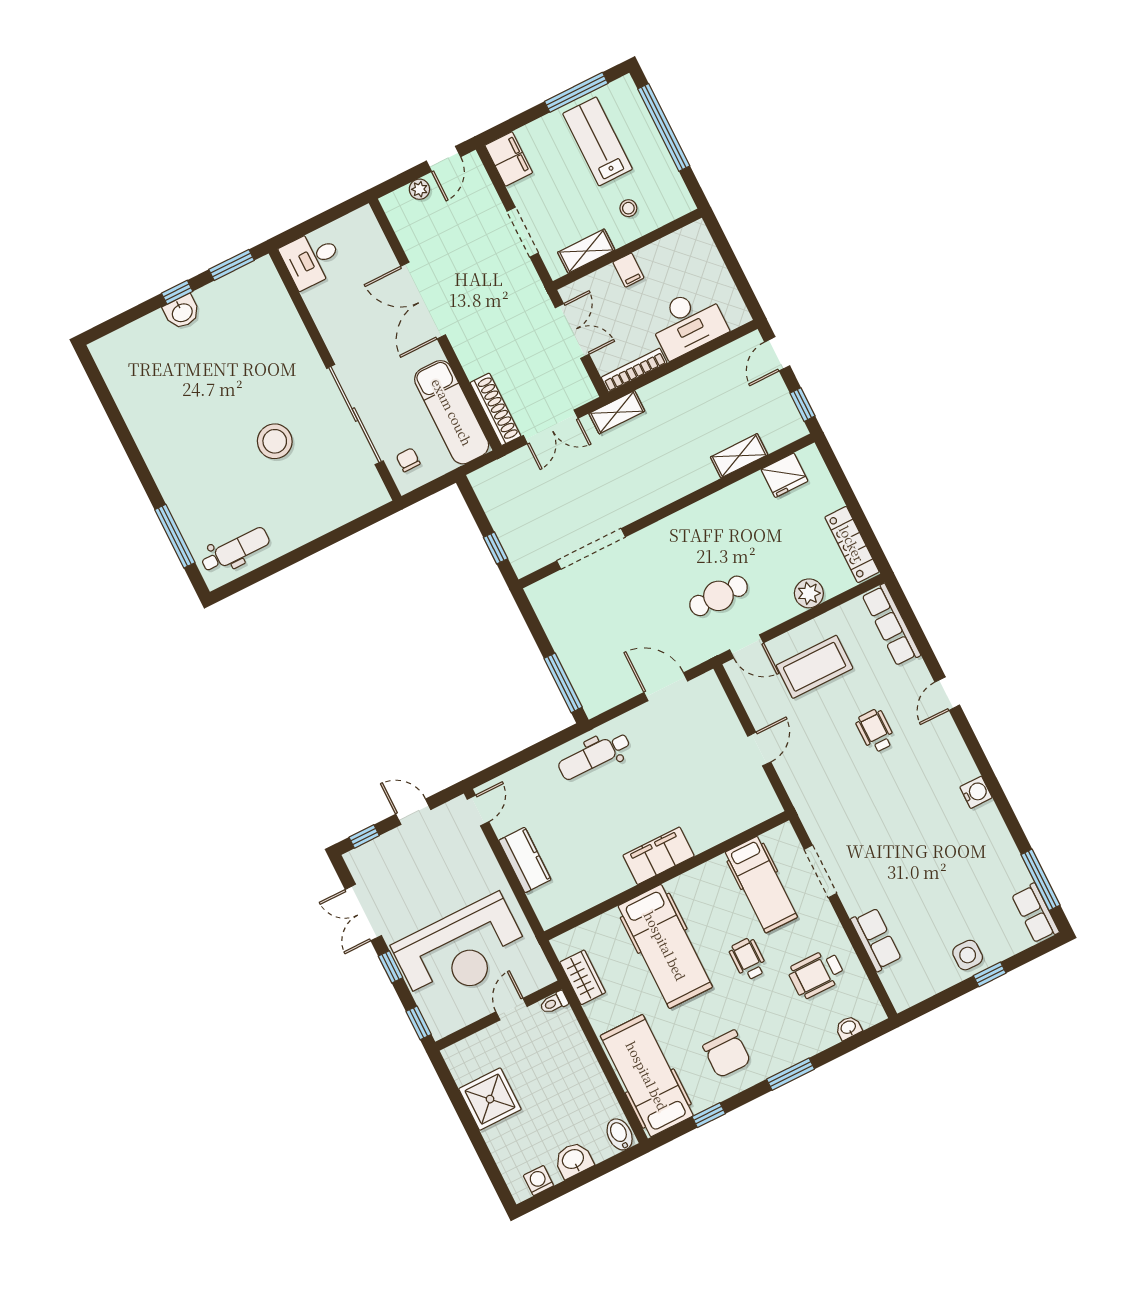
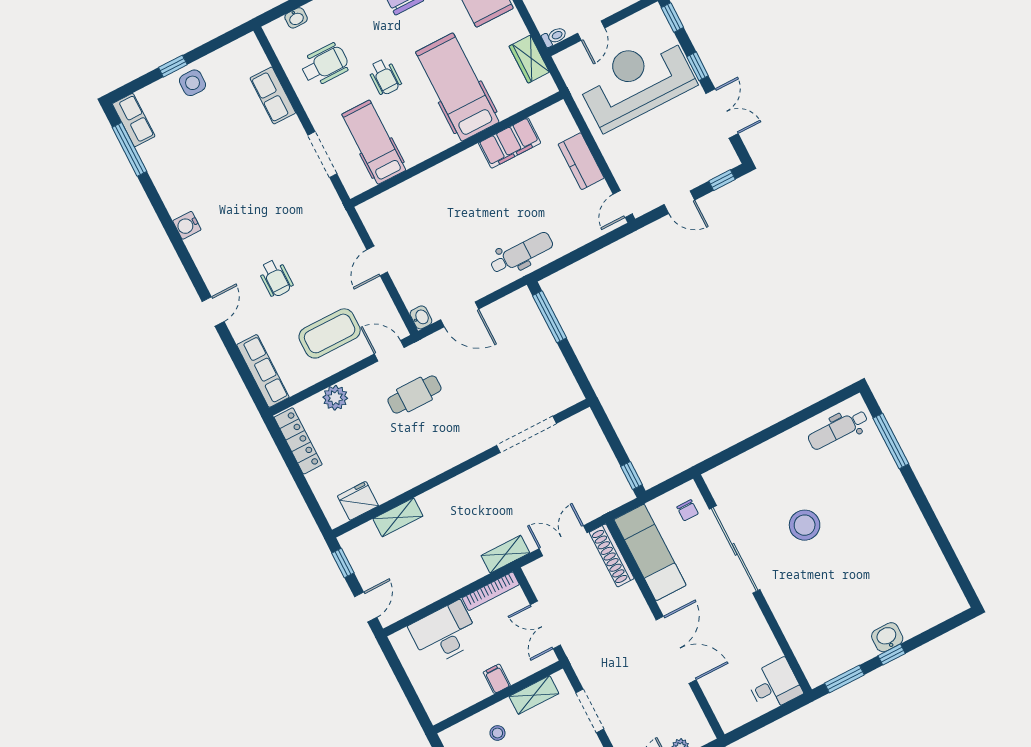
window: (496, 548) -> (632, 476), moved
washbasin: (710, 684) -> (421, 317), added
filing cabinet: (659, 856) -> (510, 143), moved

